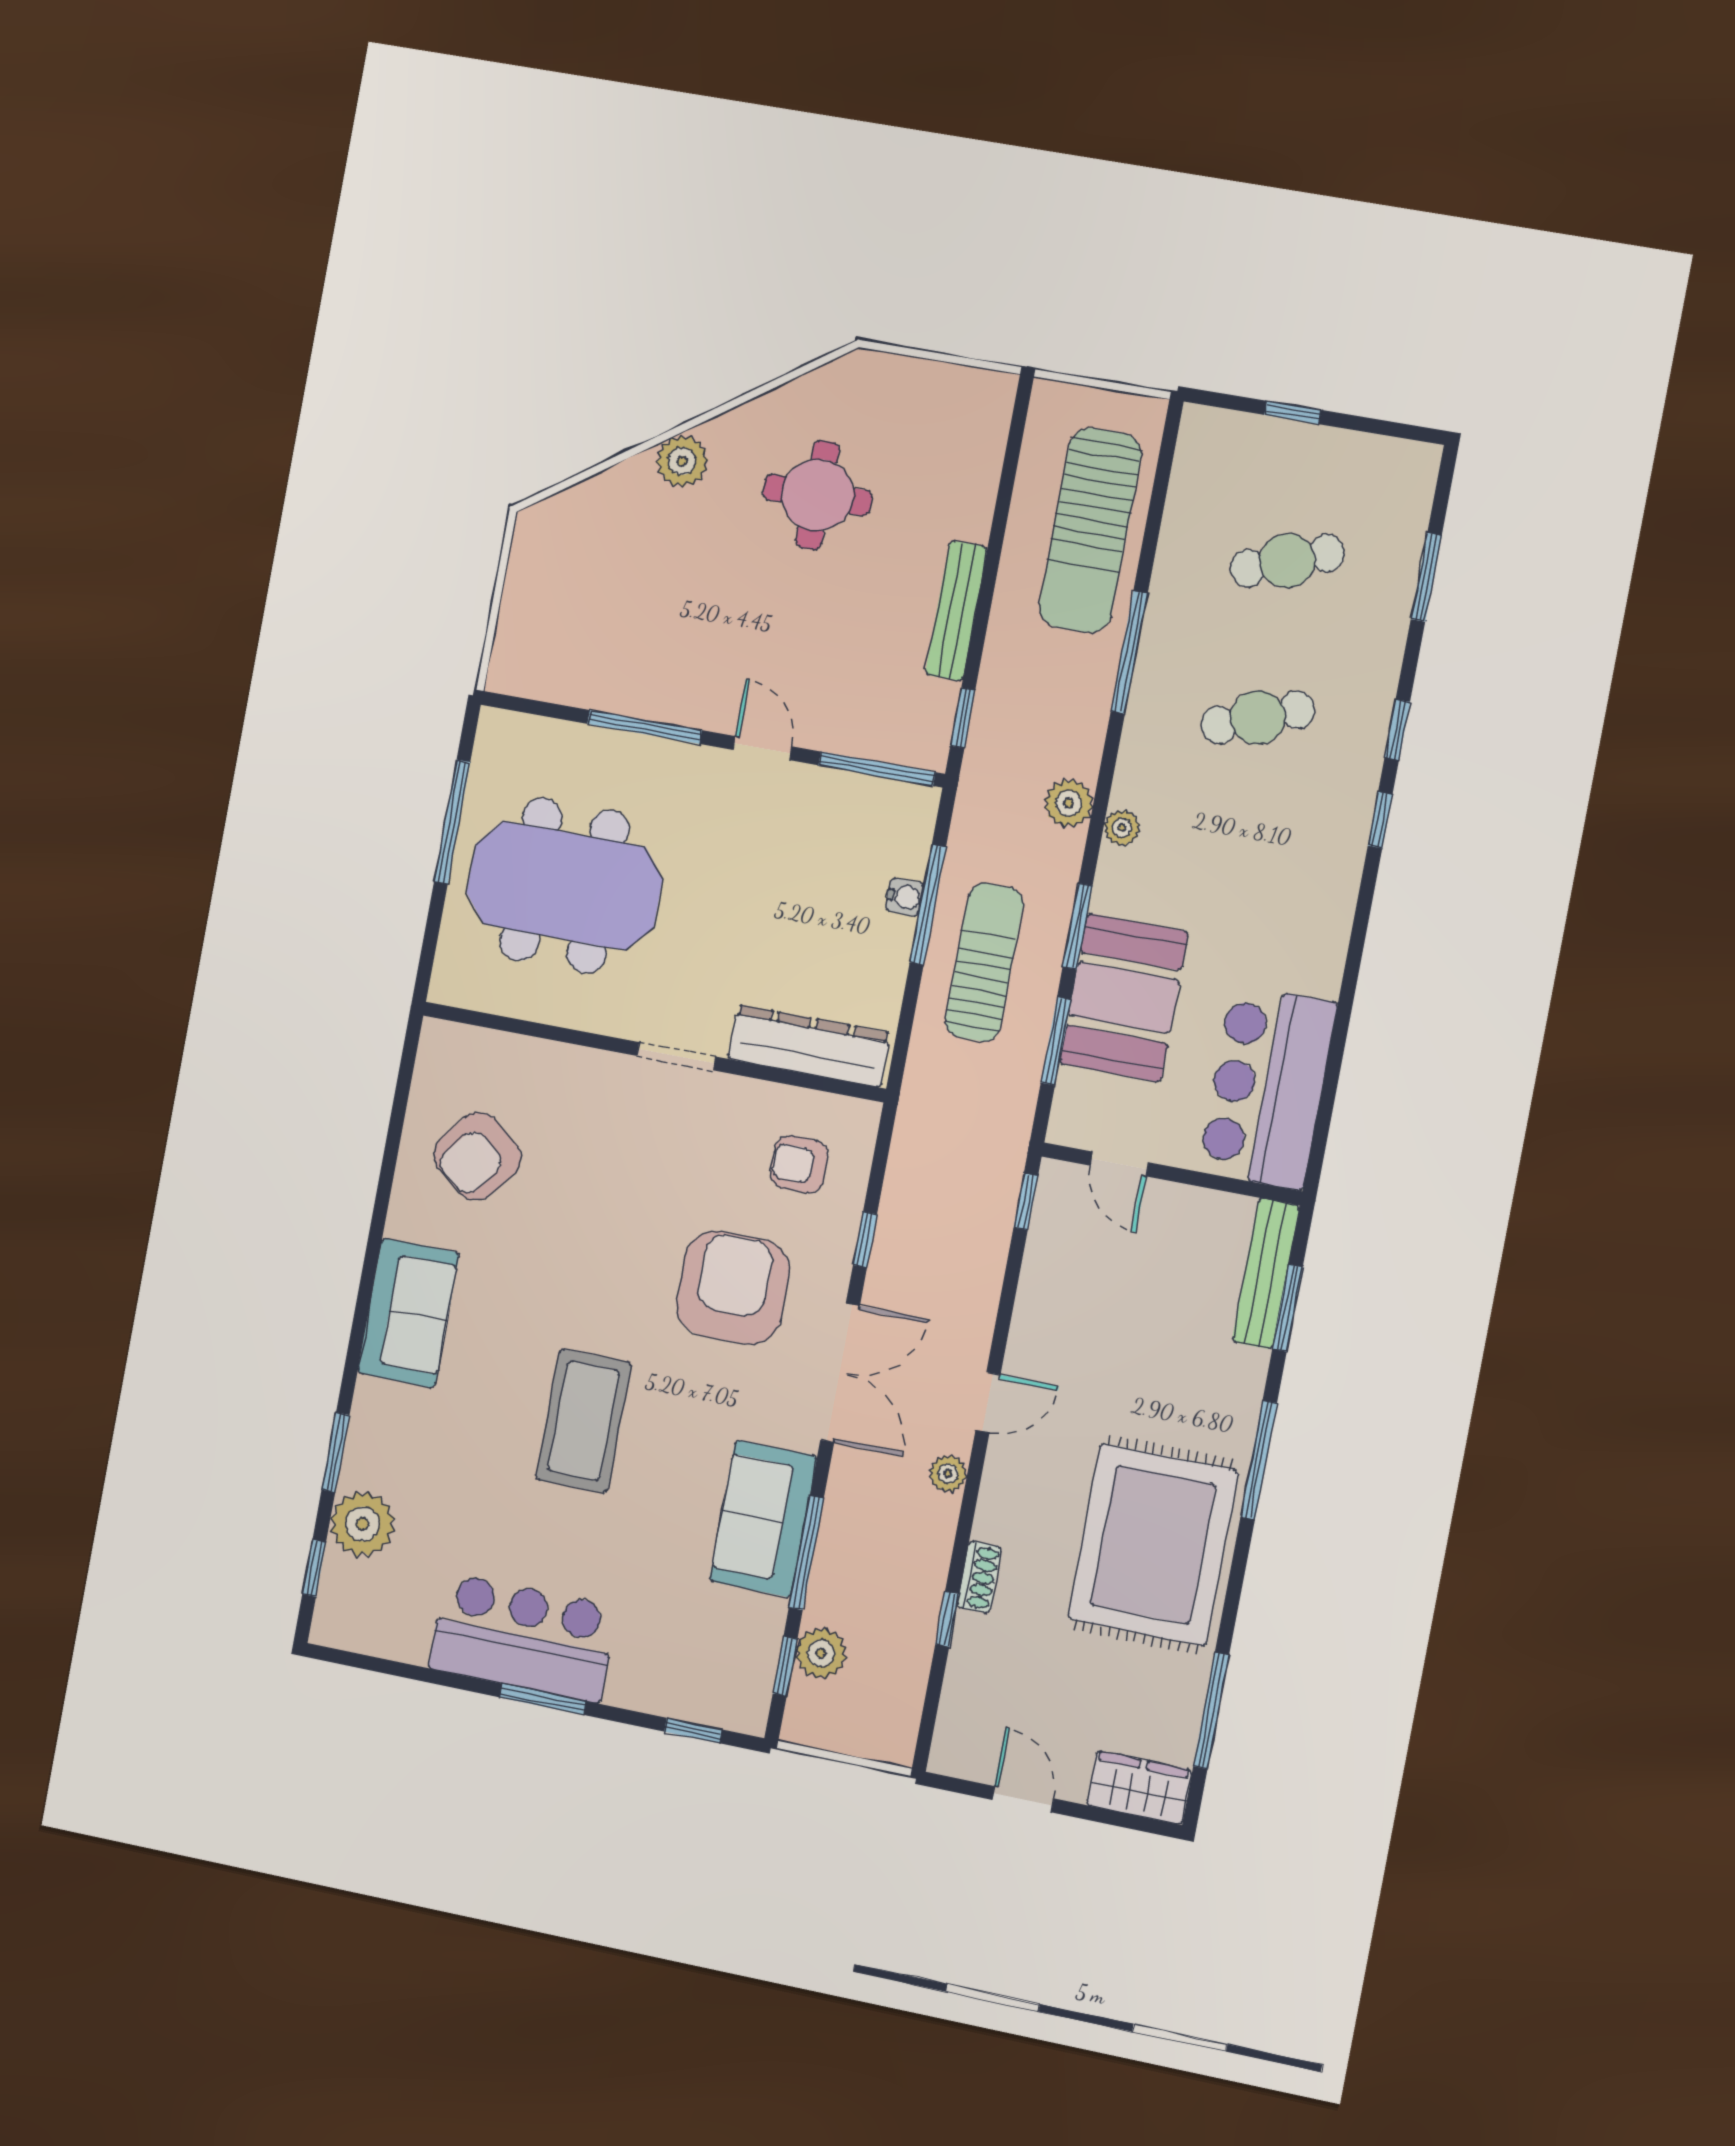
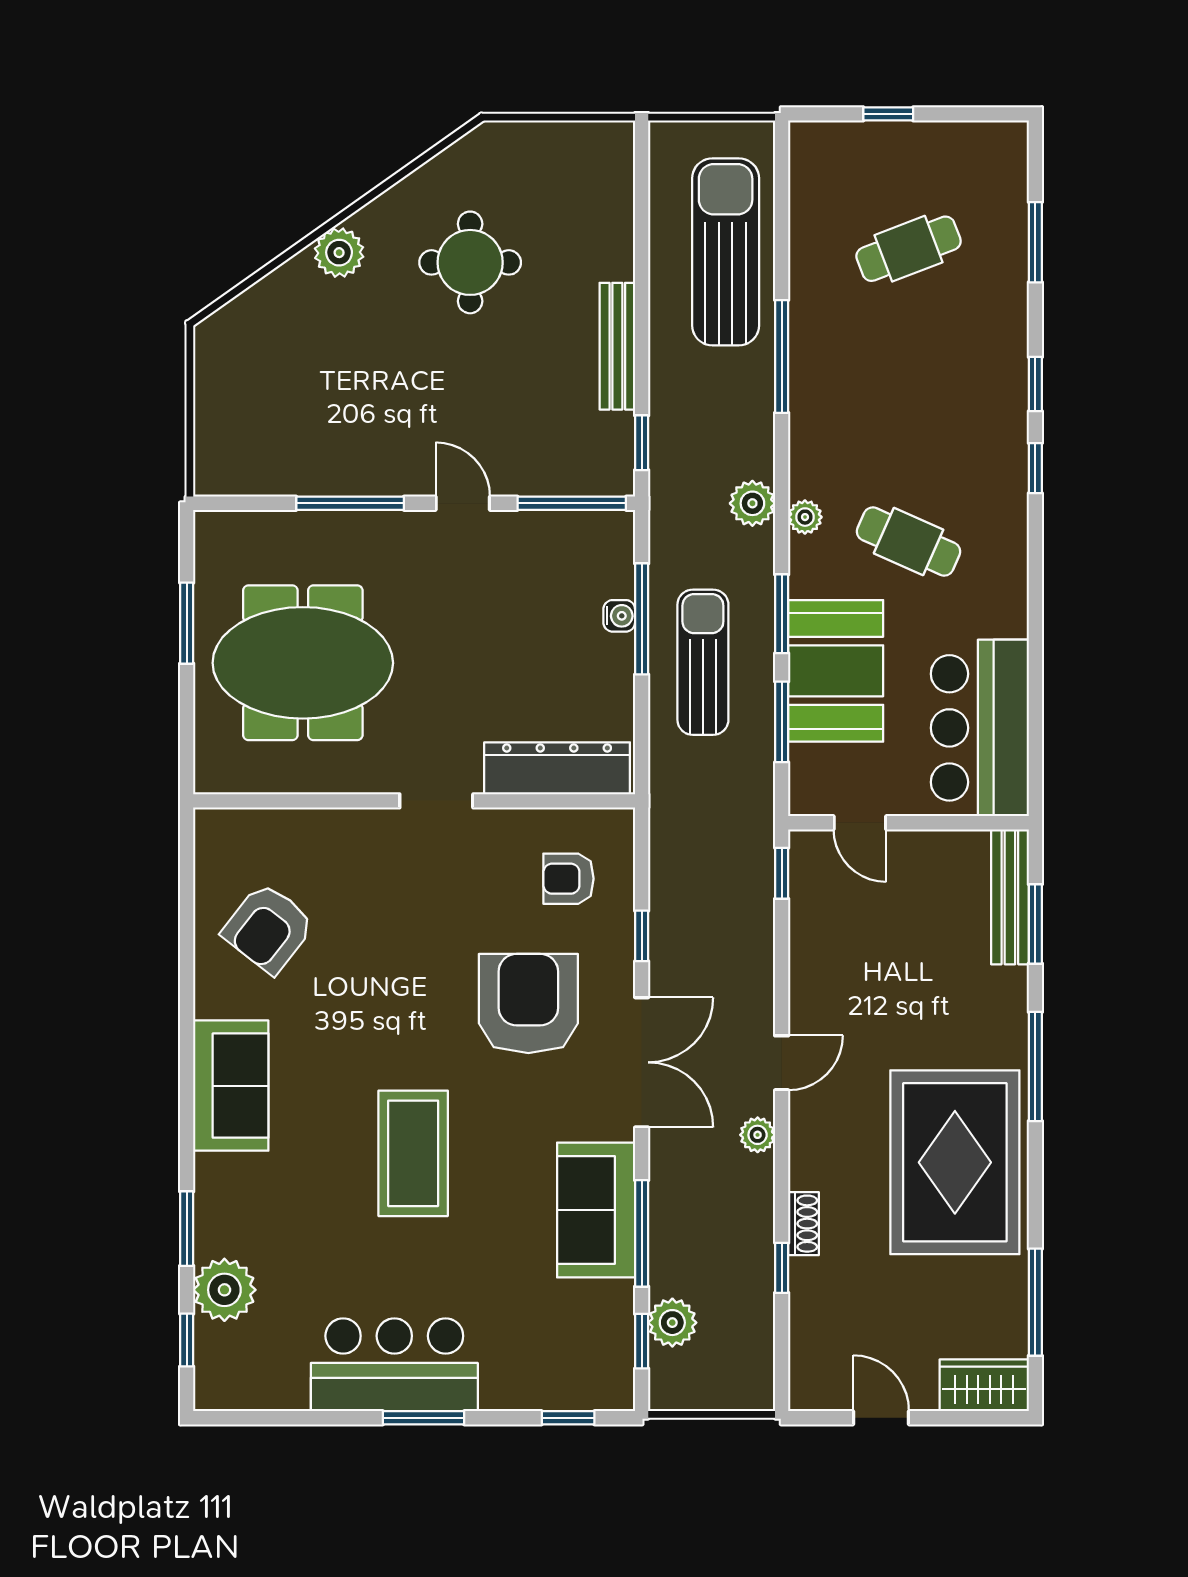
sun lounger: (1090, 530) -> (726, 252), turned 180
cafe table: (1258, 717) -> (909, 542), moved, turned 45
window: (452, 822) -> (187, 623), width x0.69

